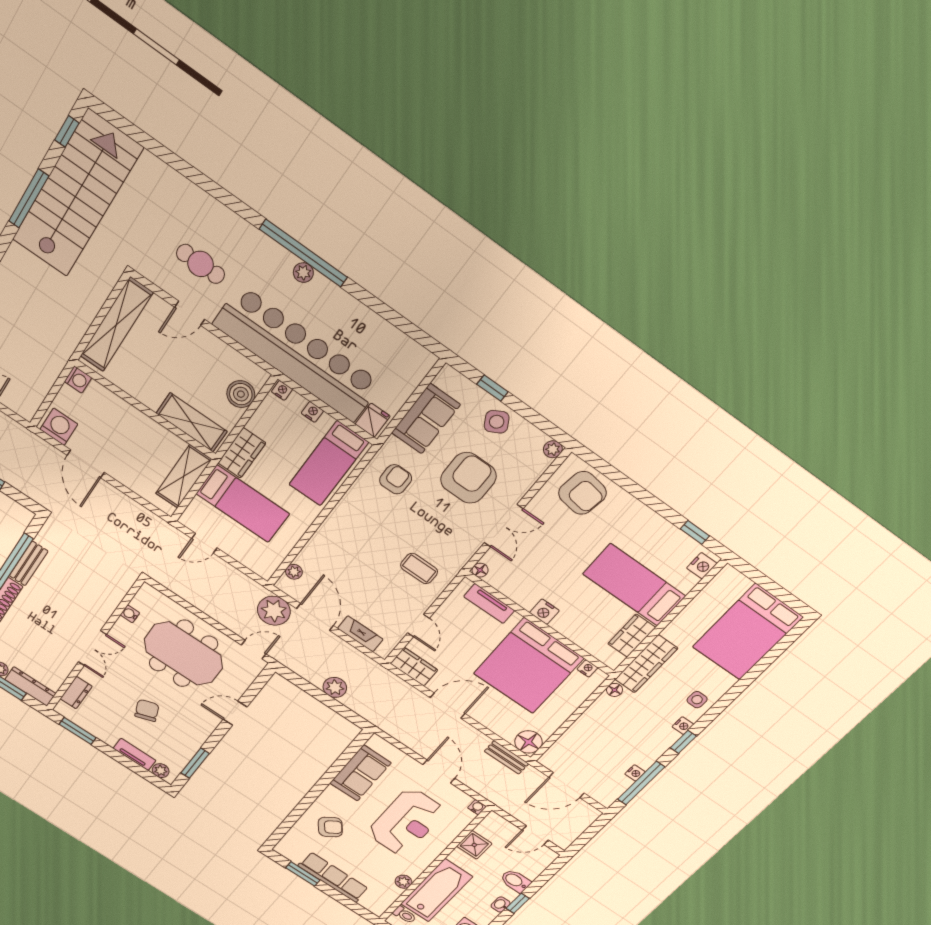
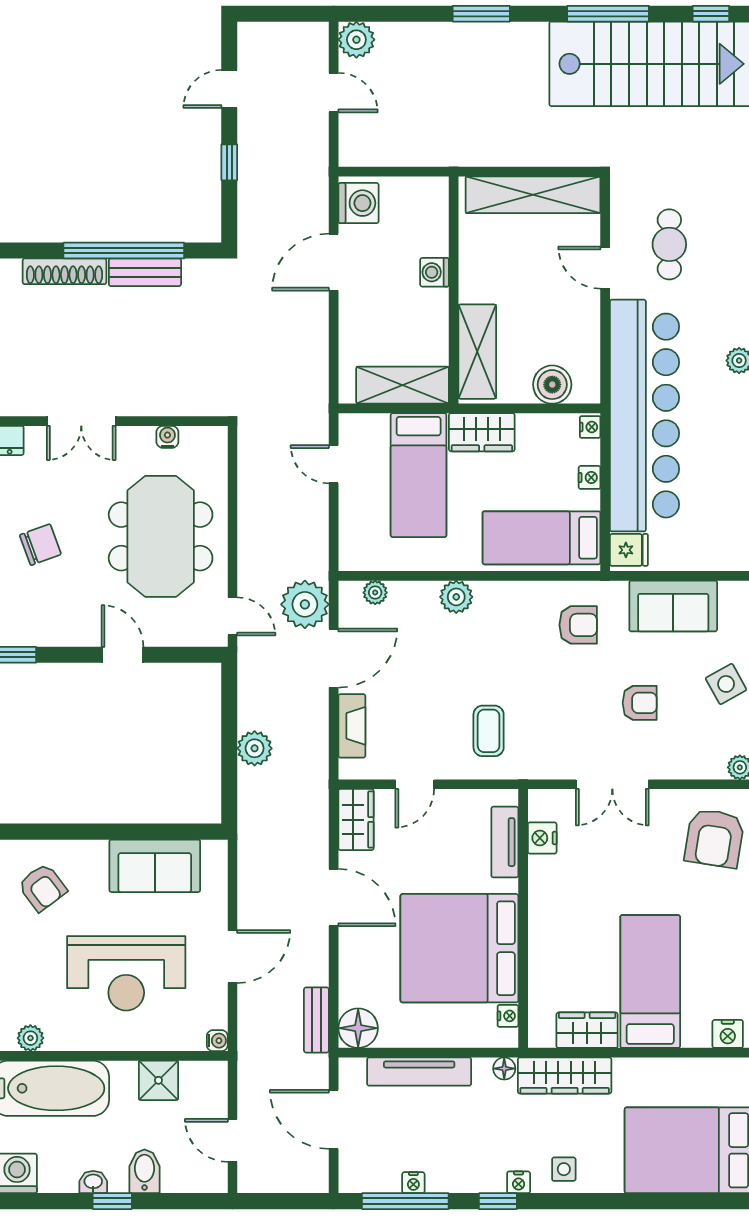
washing machine: (78, 380) -> (435, 272), moved, turned 90
armchair: (468, 478) -> (640, 703), width x0.53, depth x0.53
plant: (329, 532) -> (456, 597), added
floor lamp: (480, 570) -> (539, 800), removed
nightstand: (544, 612) -> (542, 838), moved
tv unit: (578, 730) -> (419, 1072), added

